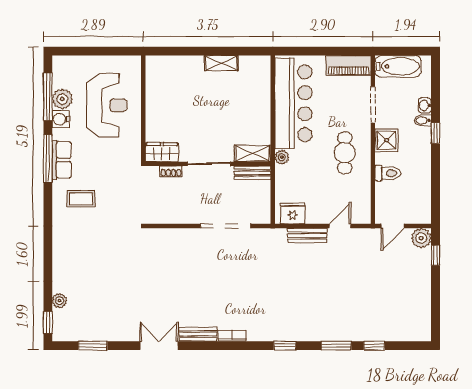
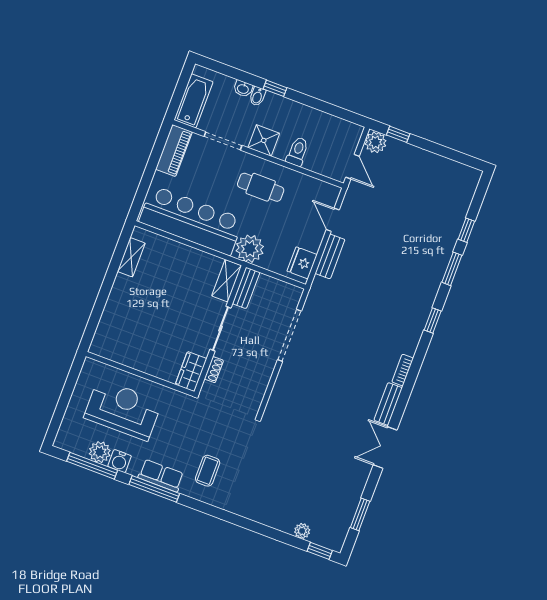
shelving: (221, 63) -> (131, 257), moved
plant: (282, 157) -> (250, 249), width x1.88, depth x1.88

